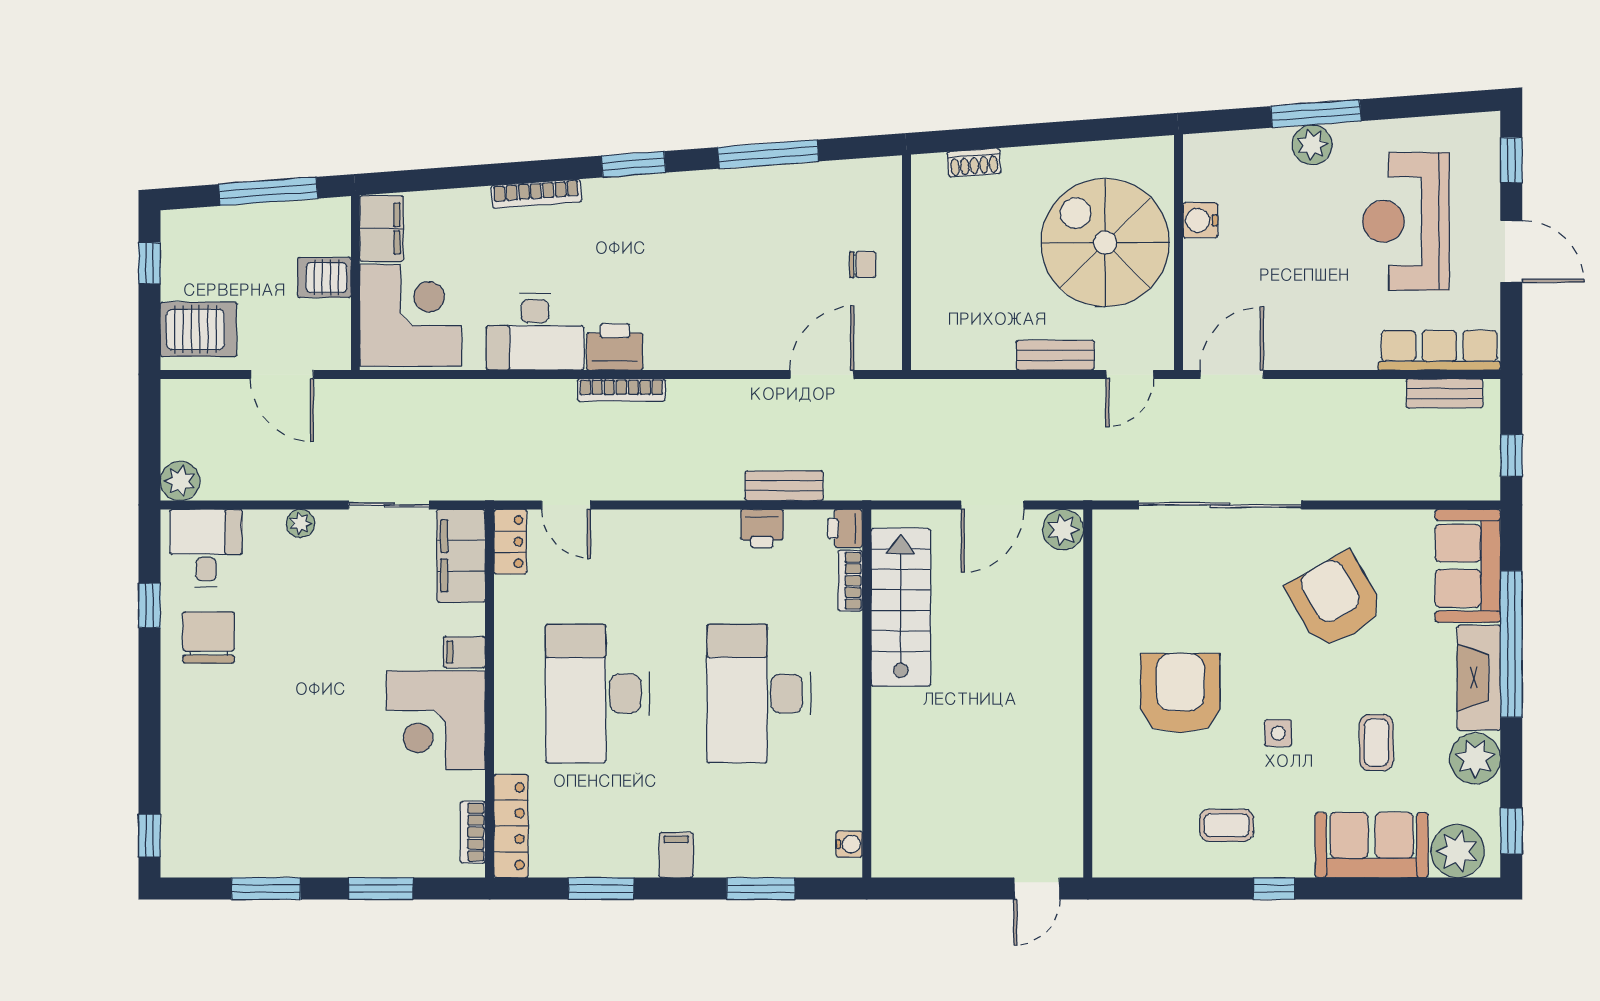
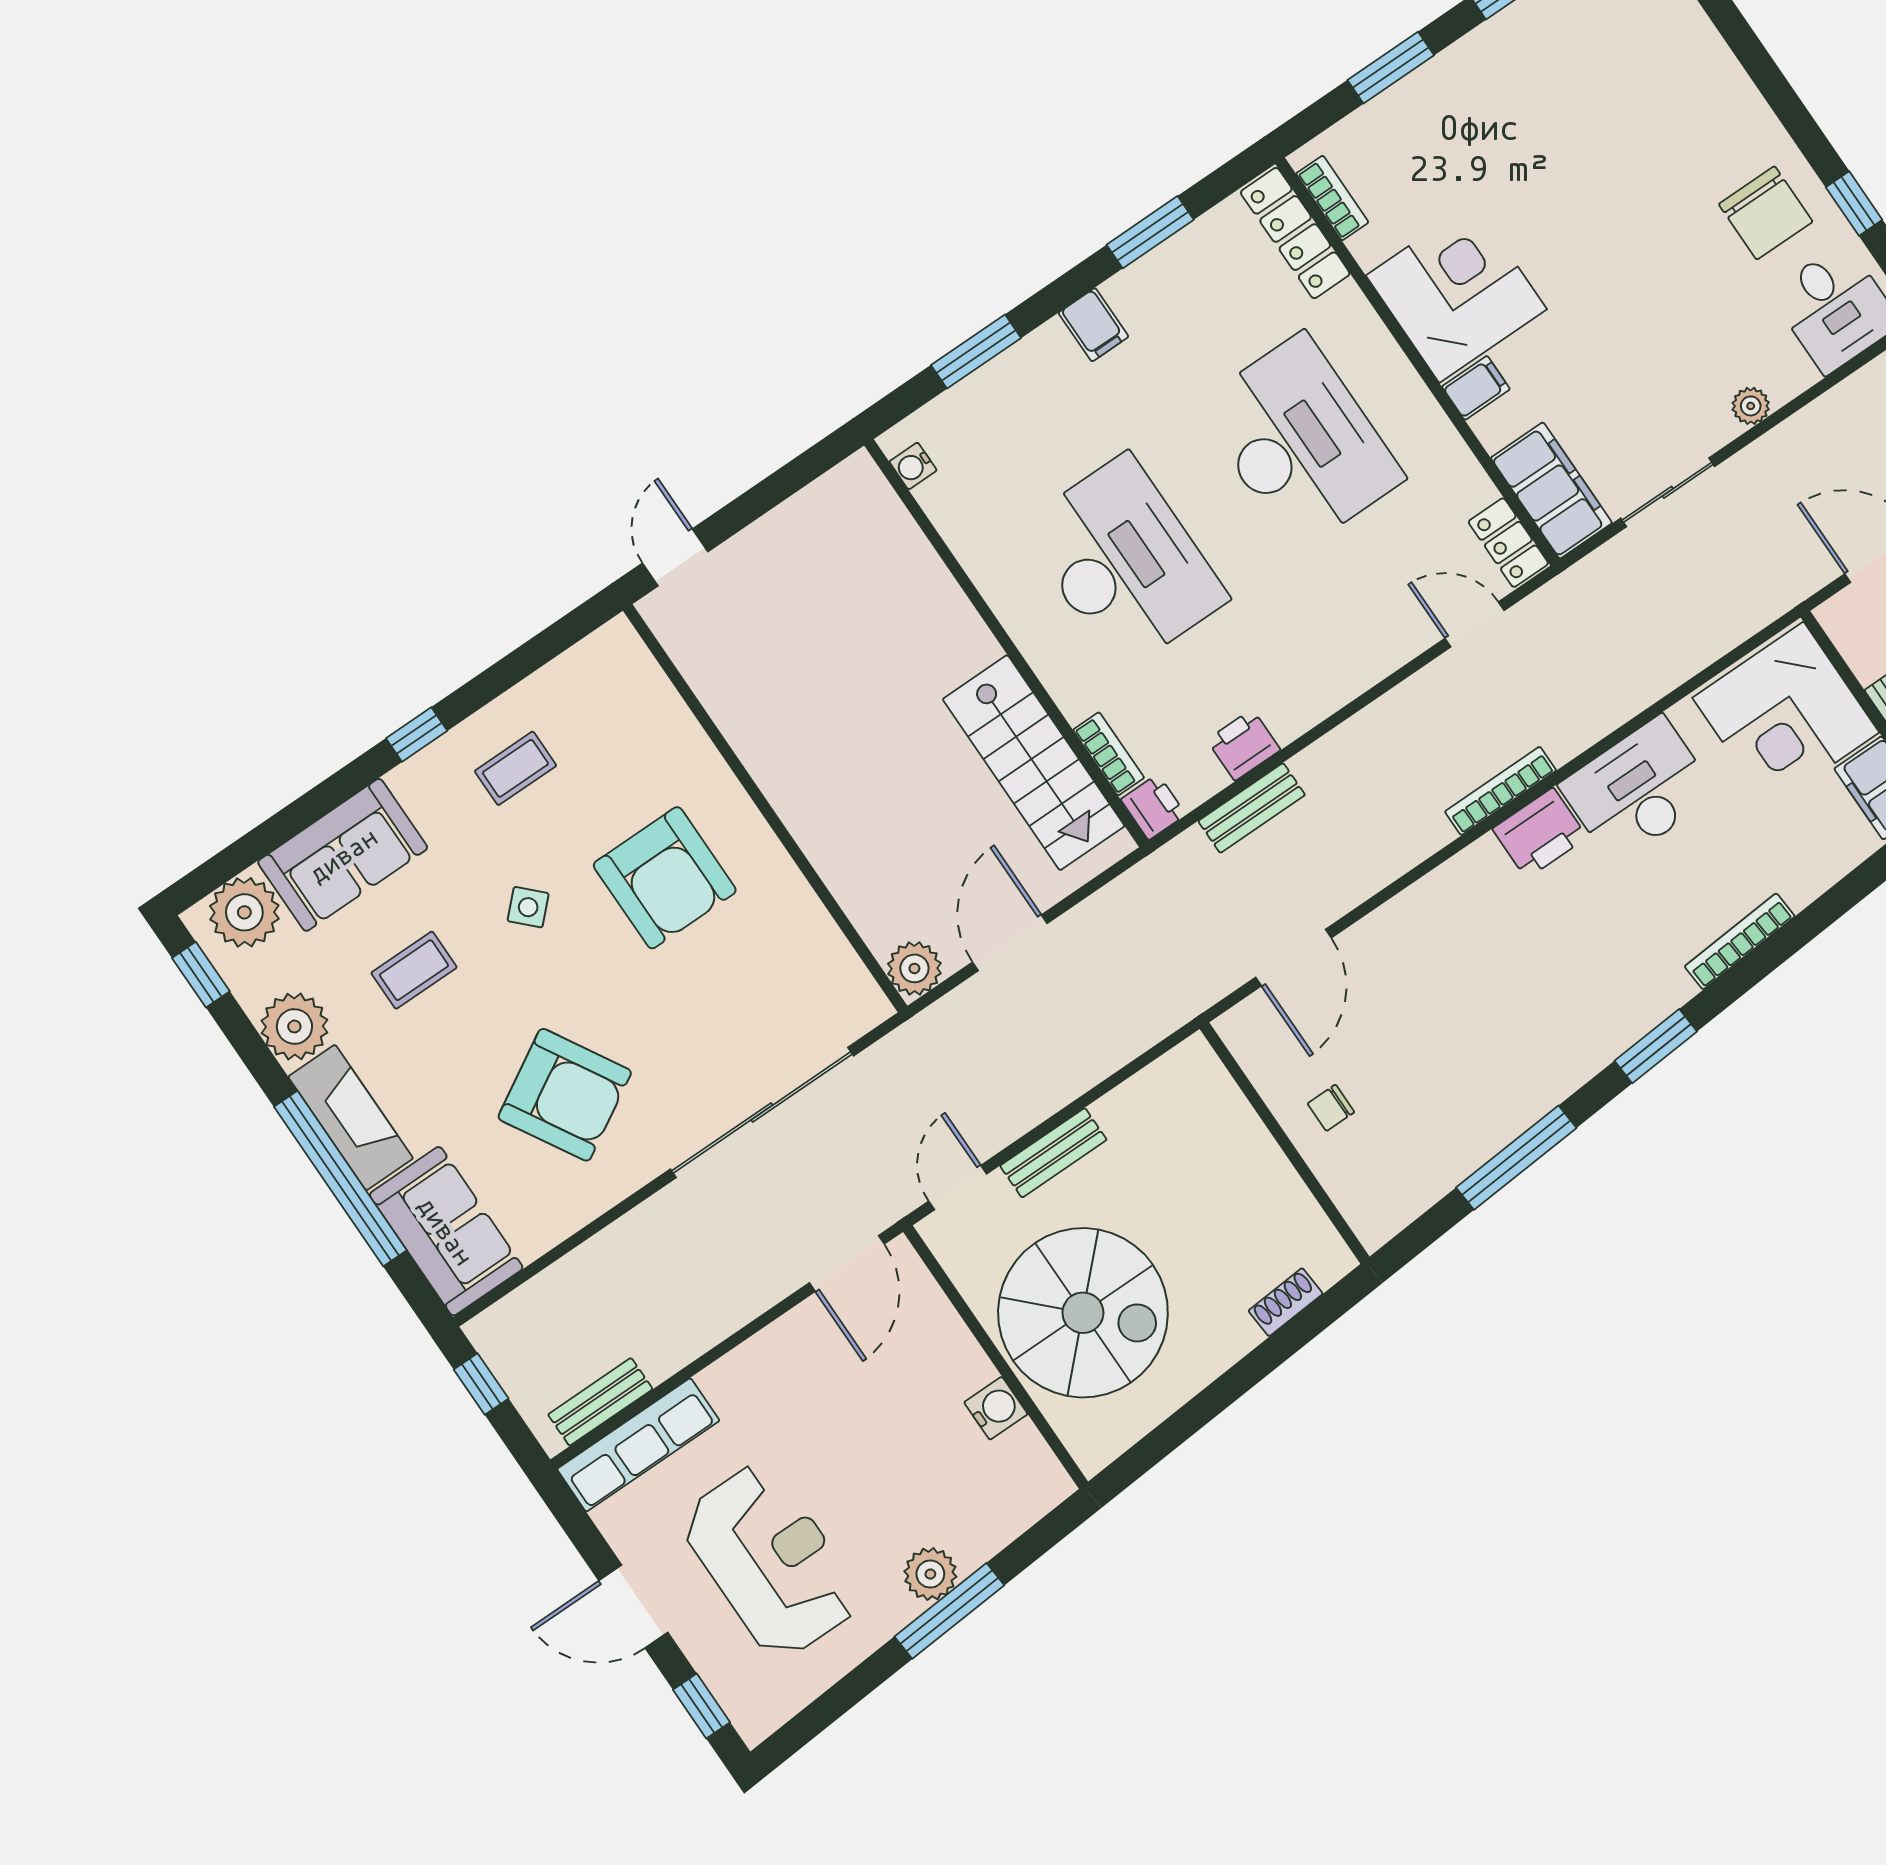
side table: (1278, 733) -> (528, 907), turned 45
coffee table: (1376, 743) -> (414, 970), turned 90

